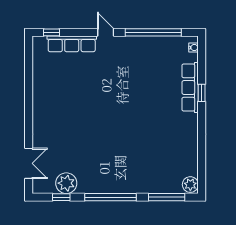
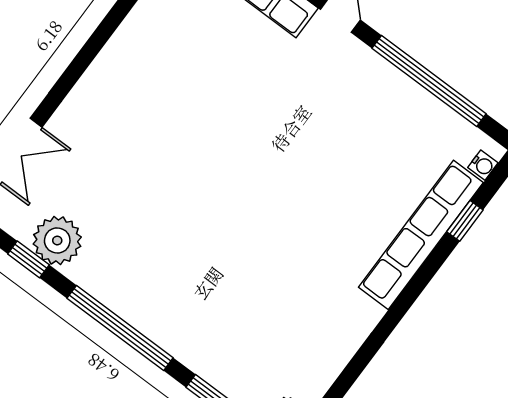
row of seats: (190, 88) -> (421, 235), width x1.36
window: (202, 93) -> (465, 221), moved

